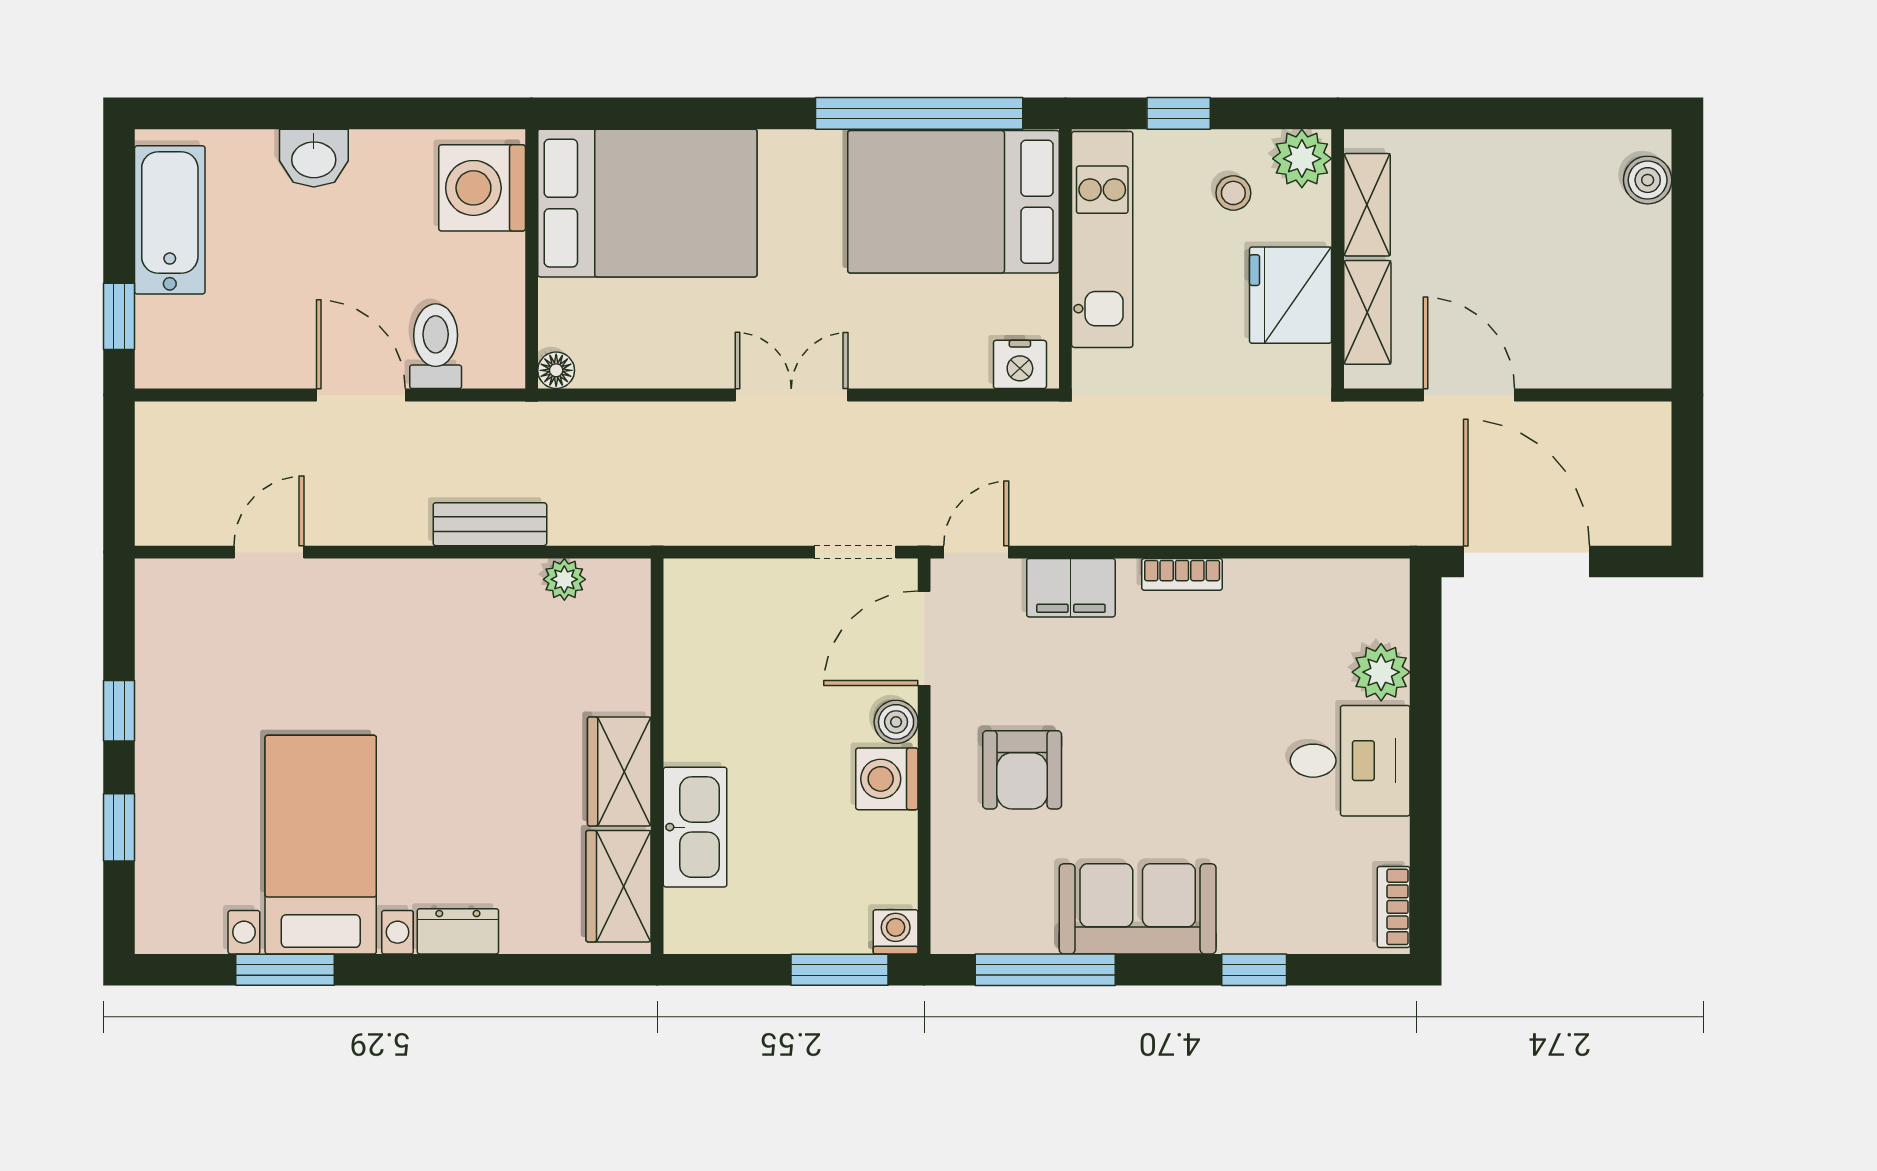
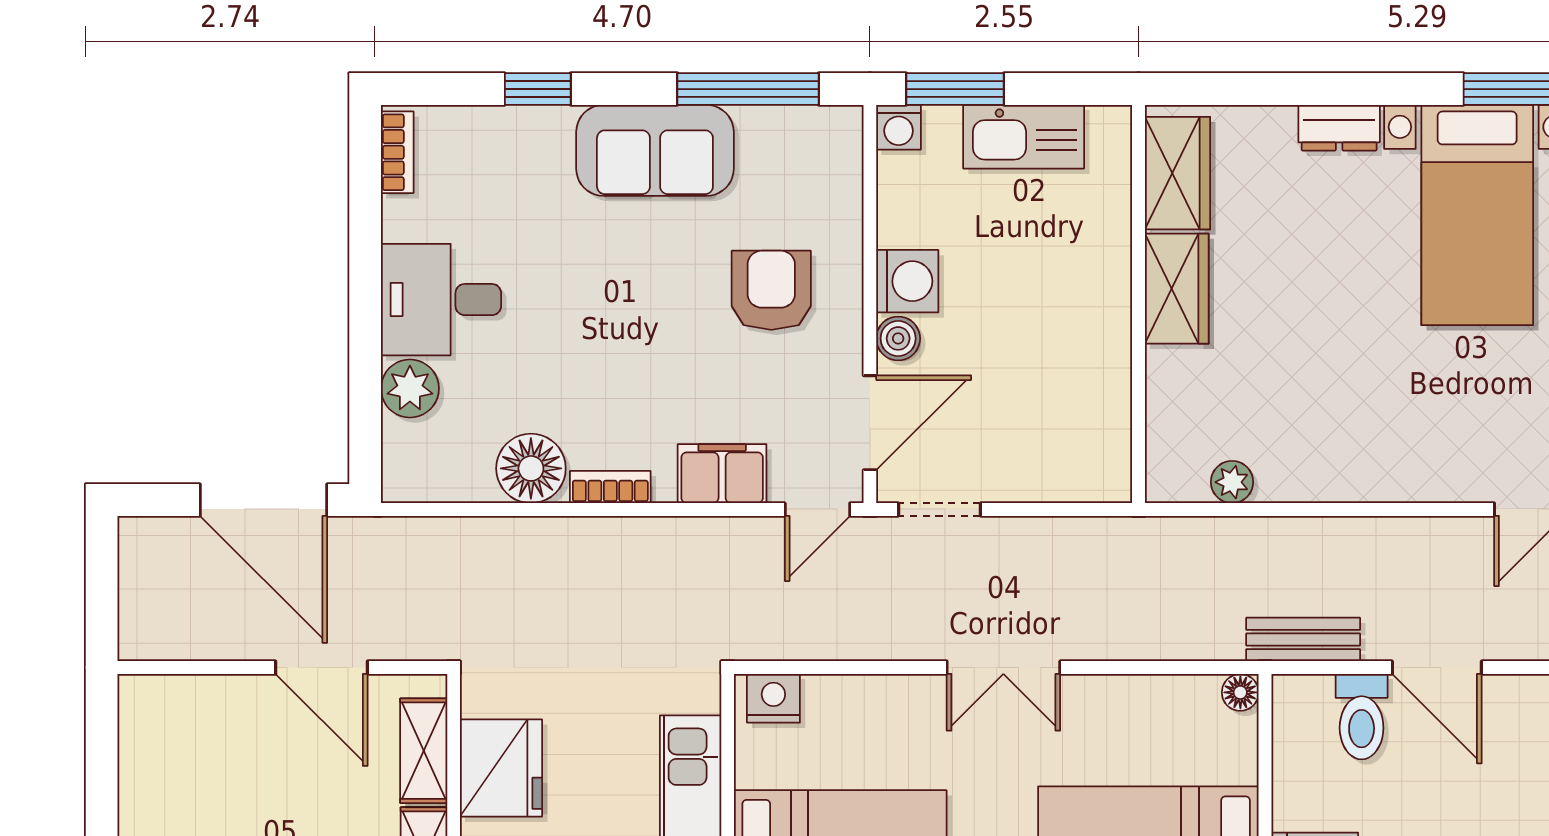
bench: (490, 524) -> (1303, 639), moved
floor lamp: (1261, 593) -> (531, 468), added
kitchen sink: (695, 827) -> (1024, 137), moved, turned -90

